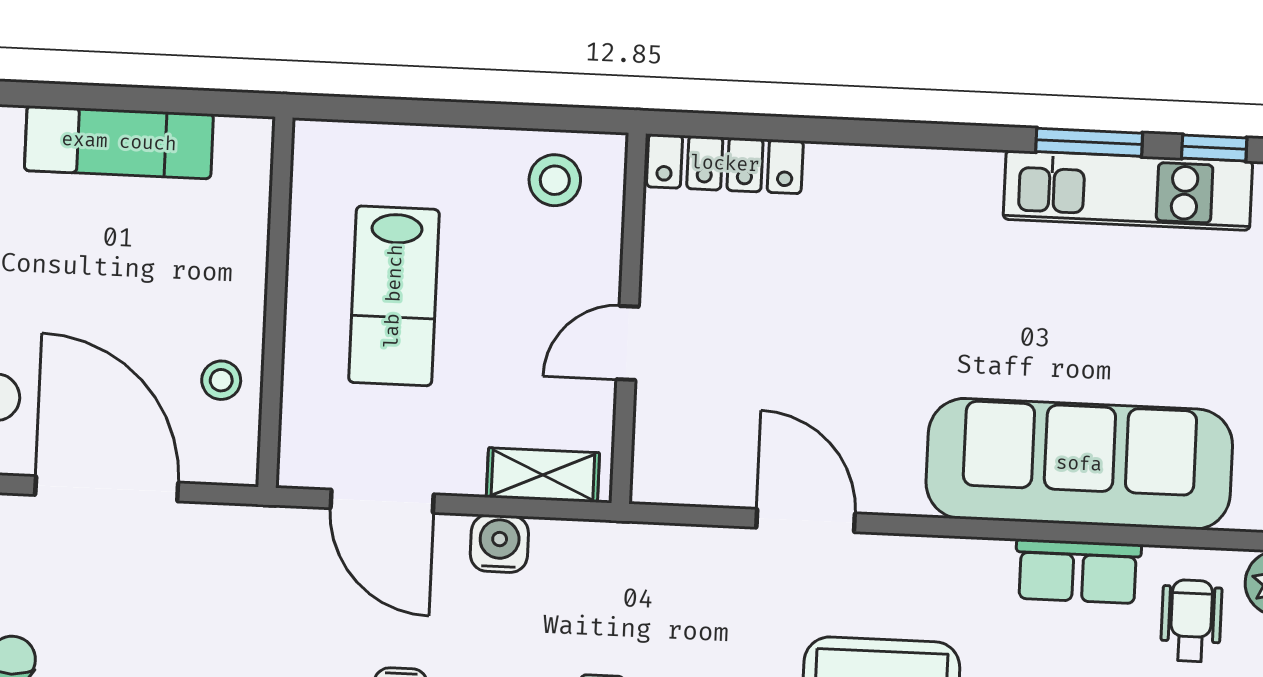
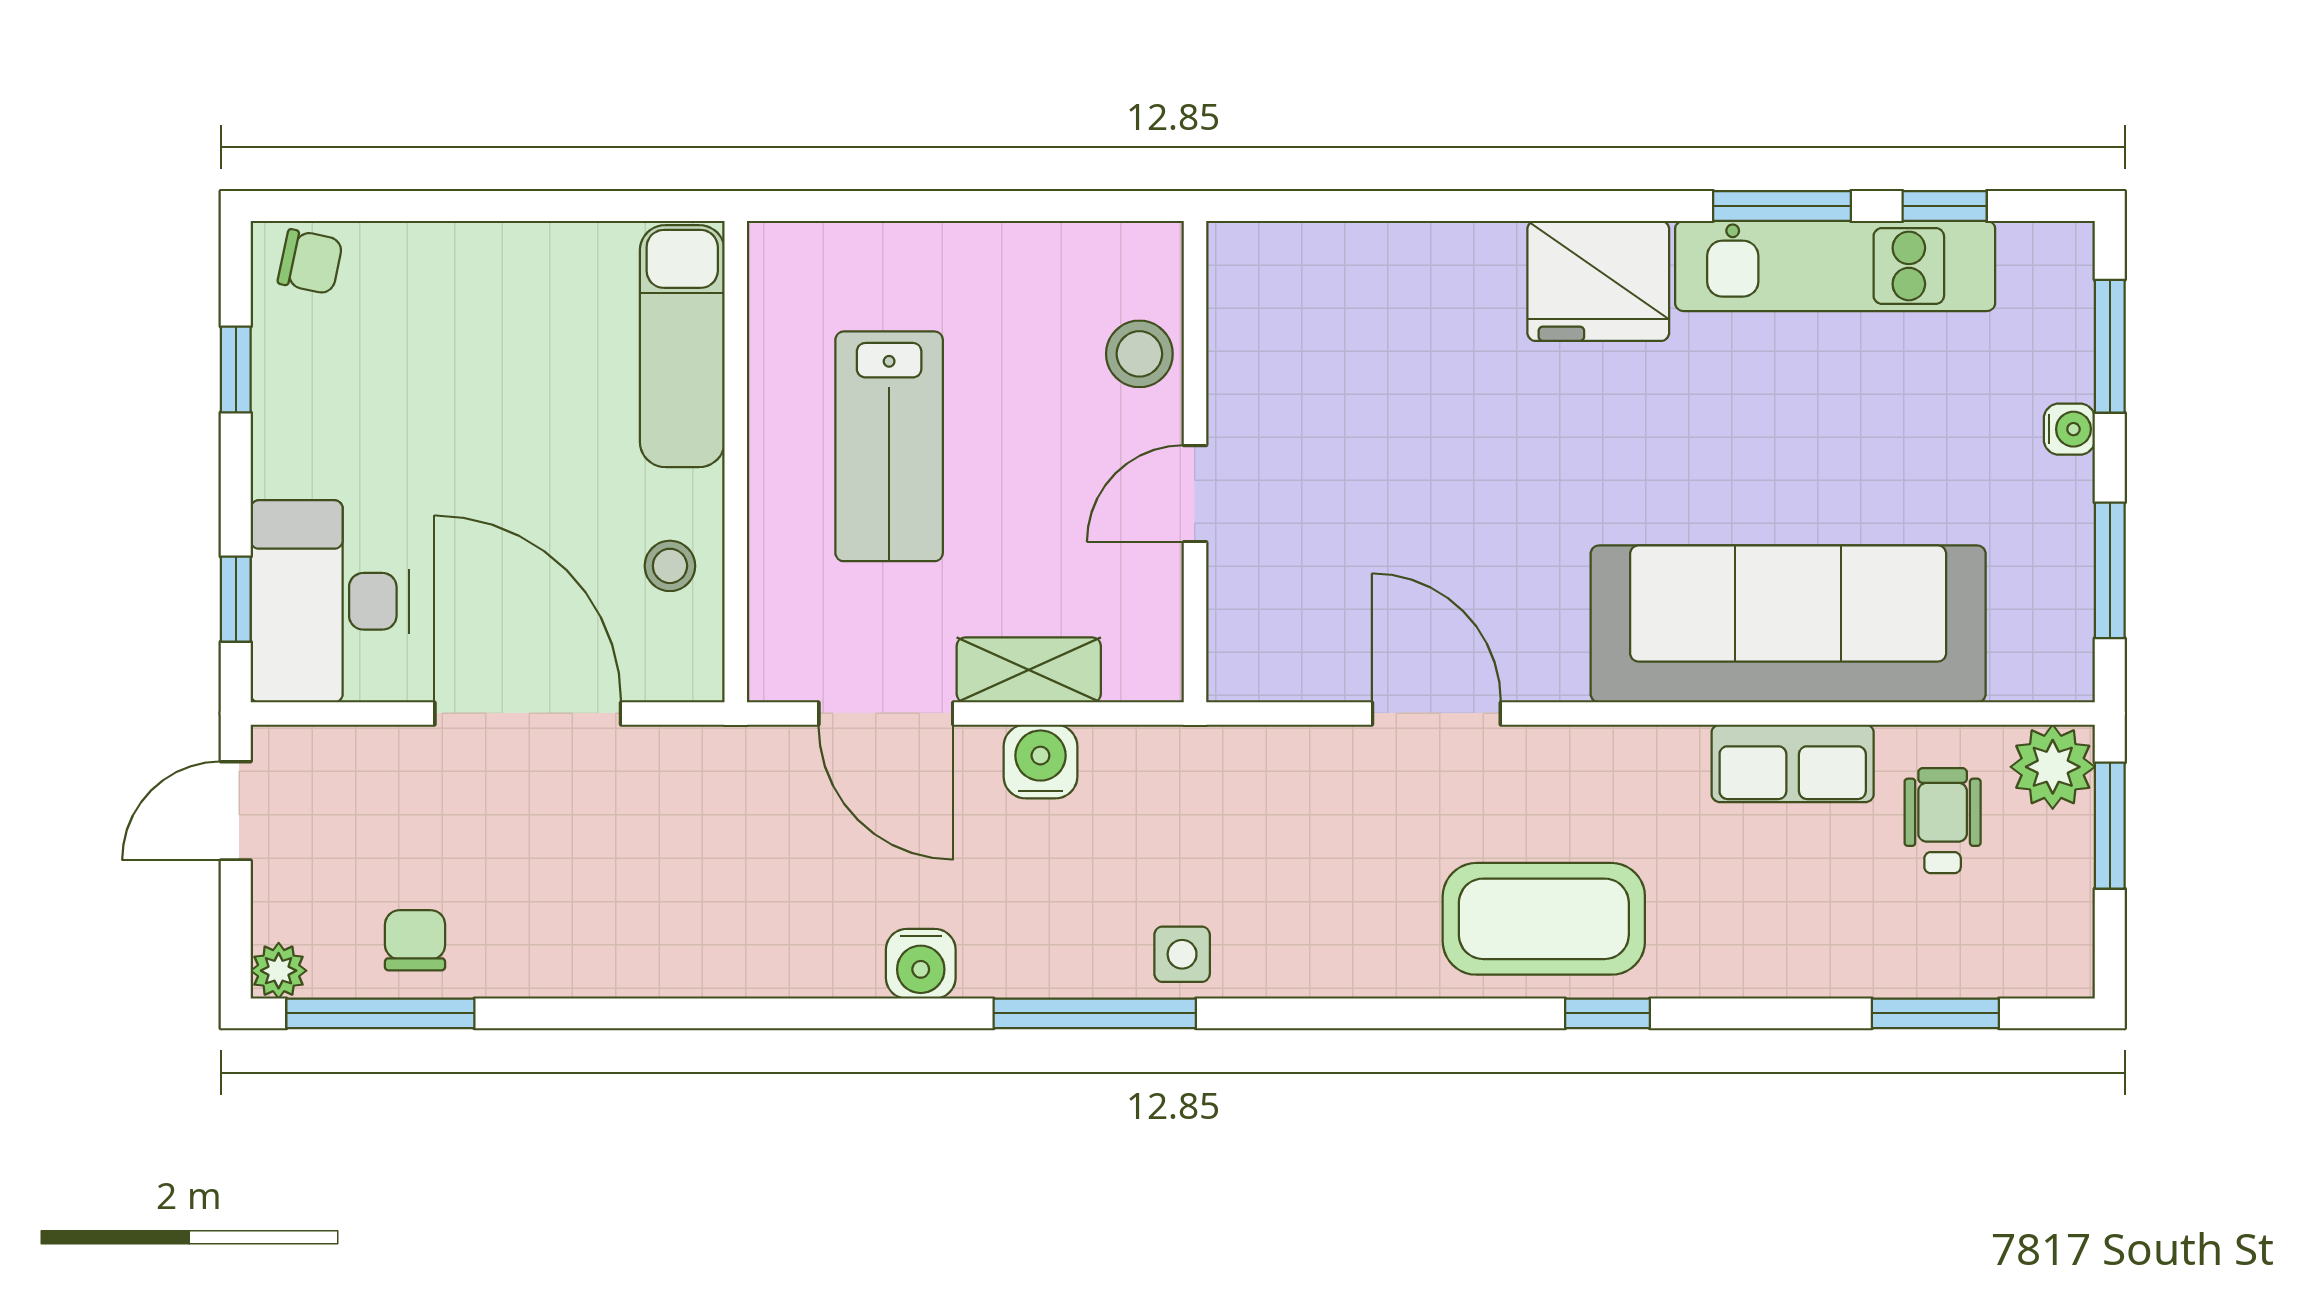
exam couch: (119, 142) -> (682, 346), moved, turned 90
locker: (725, 164) -> (1311, 255), removed
stool: (555, 180) -> (1139, 354), moved
fridge: (945, 193) -> (1598, 281), added
shelving: (543, 475) -> (1029, 670), moved

